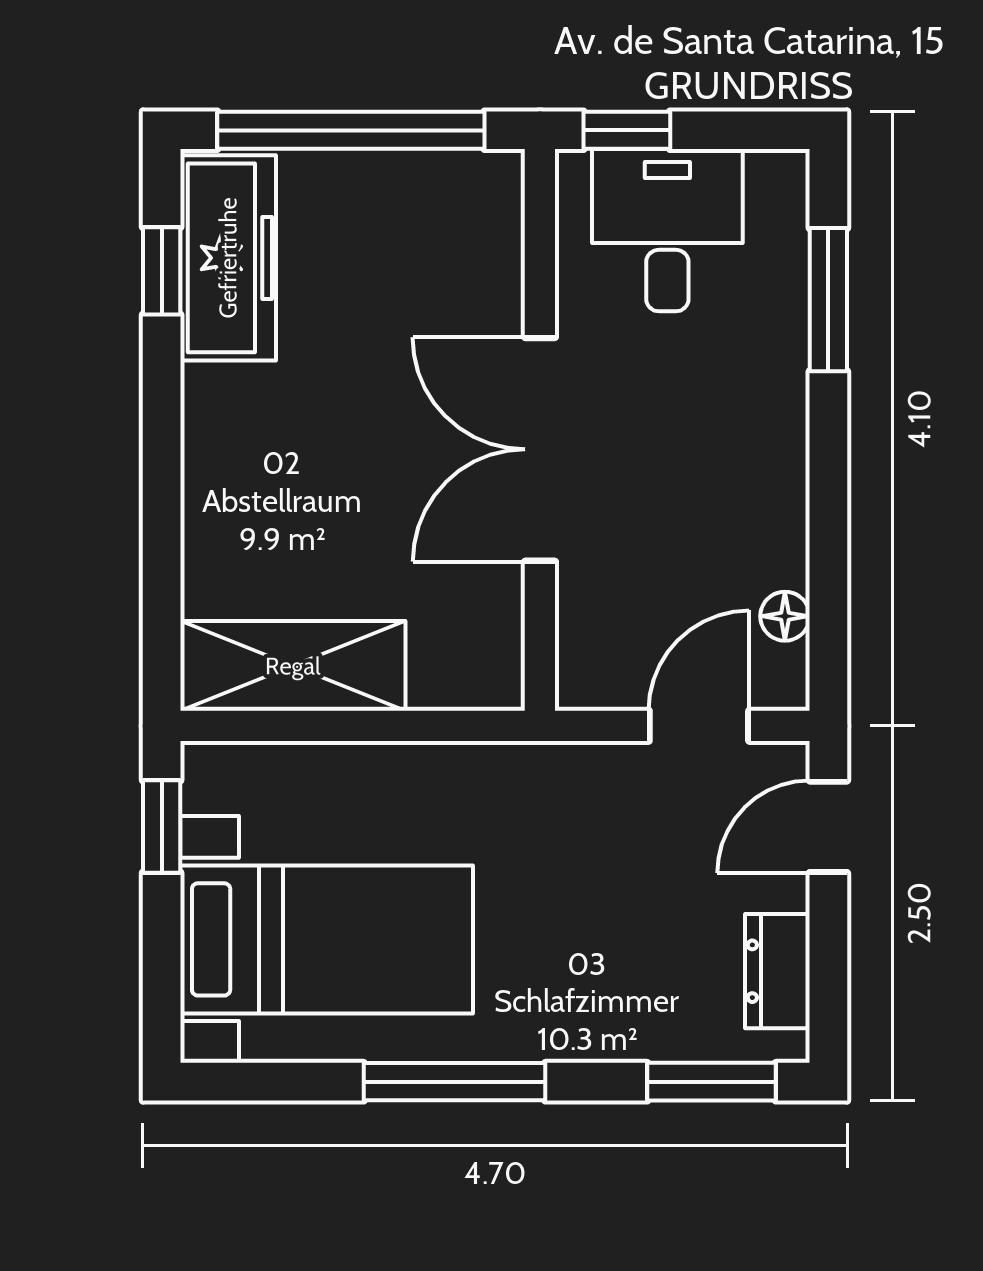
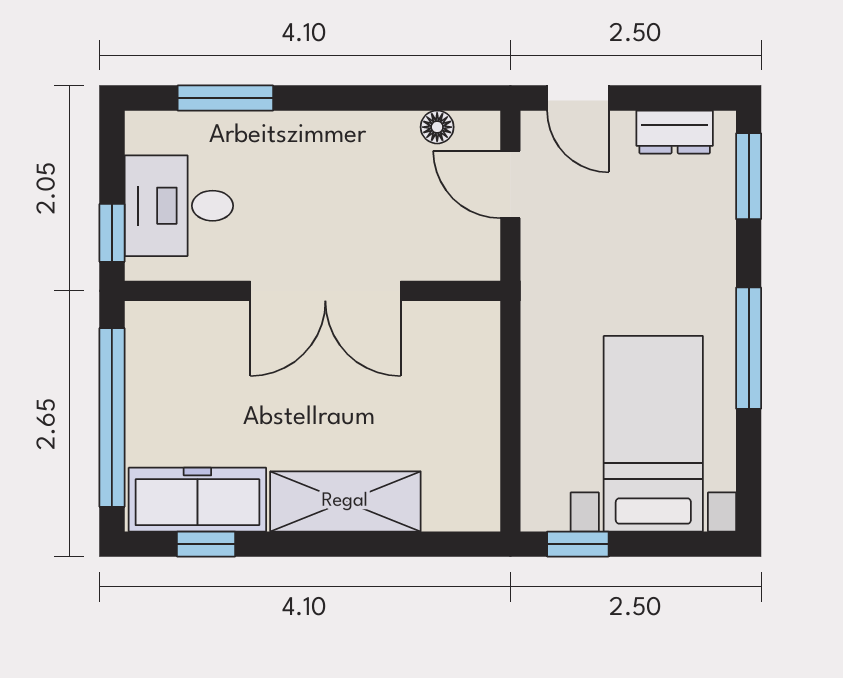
shelving: (293, 666) -> (345, 501), moved, turned 90

